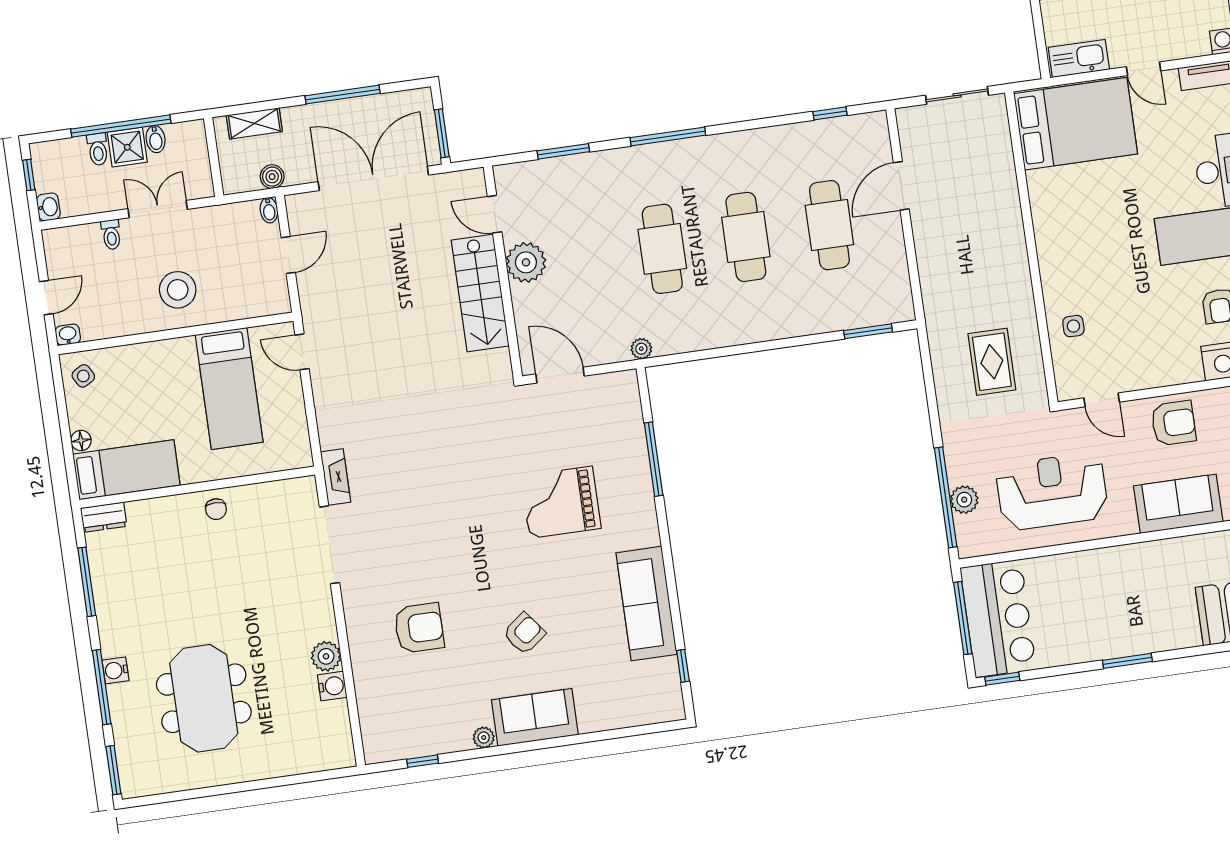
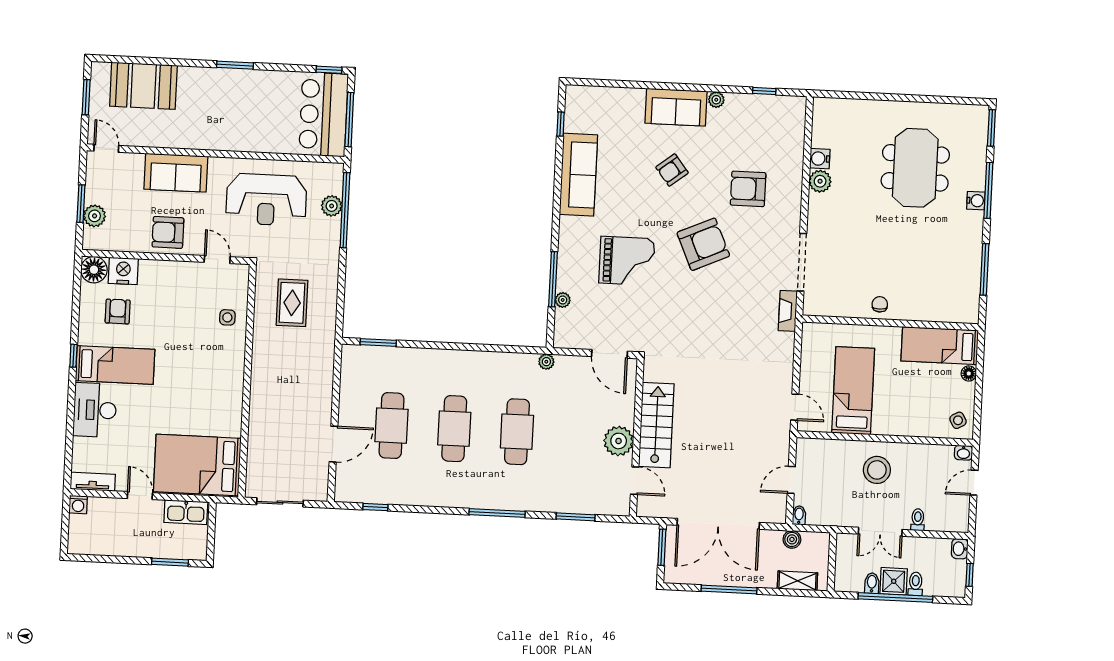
plant: (635, 434) -> (563, 300), added
dresser: (104, 517) -> (963, 314), removed
armchair: (464, 544) -> (703, 244), added

